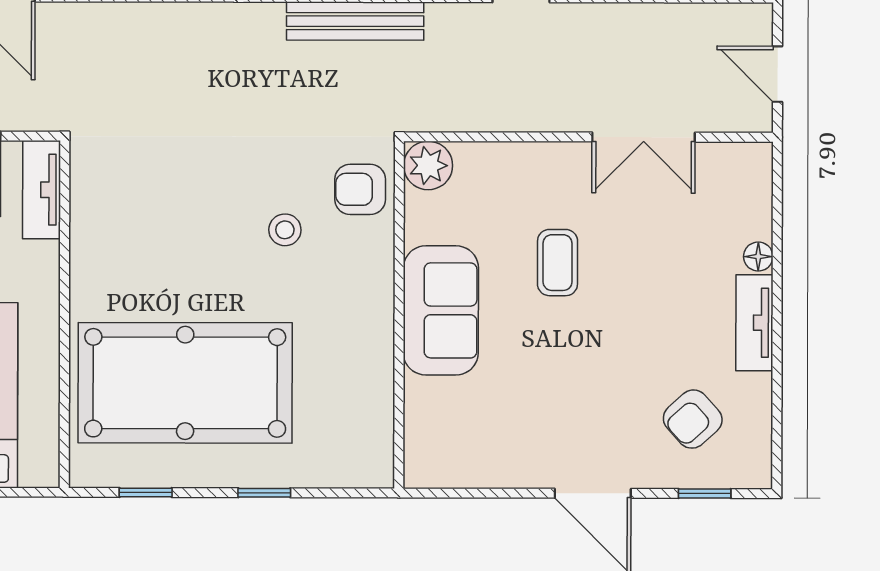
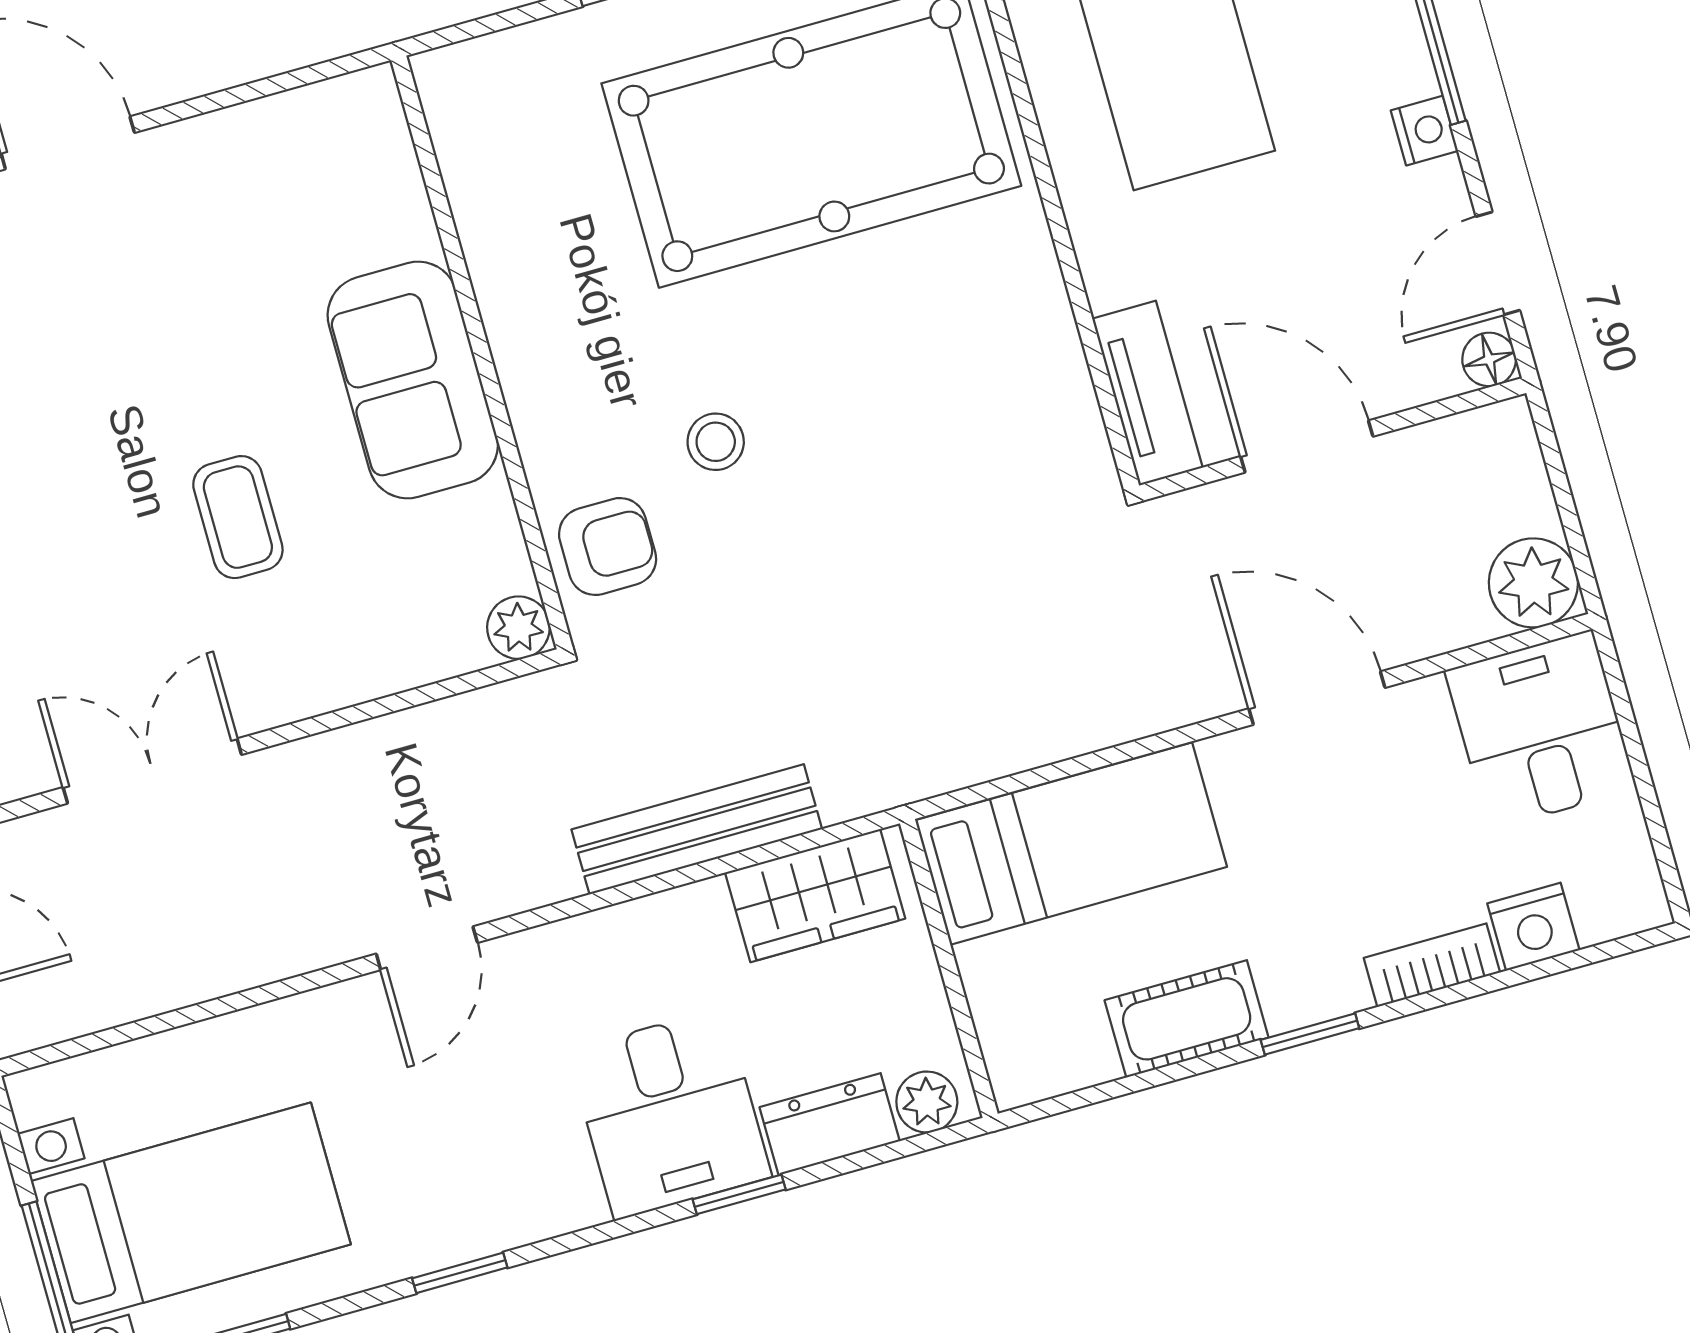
plant: (428, 165) -> (518, 628), width x0.73, depth x0.73

